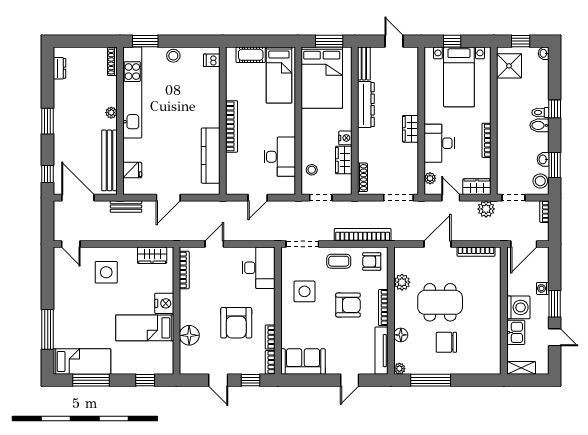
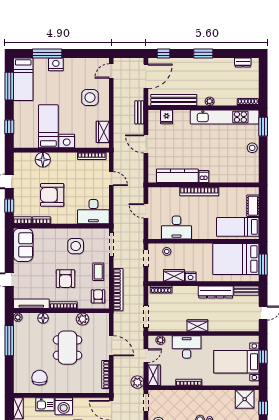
dishwasher: (212, 60) -> (204, 177), moved
nightstand: (62, 318) -> (56, 64), added
chair: (446, 342) -> (39, 378), moved

